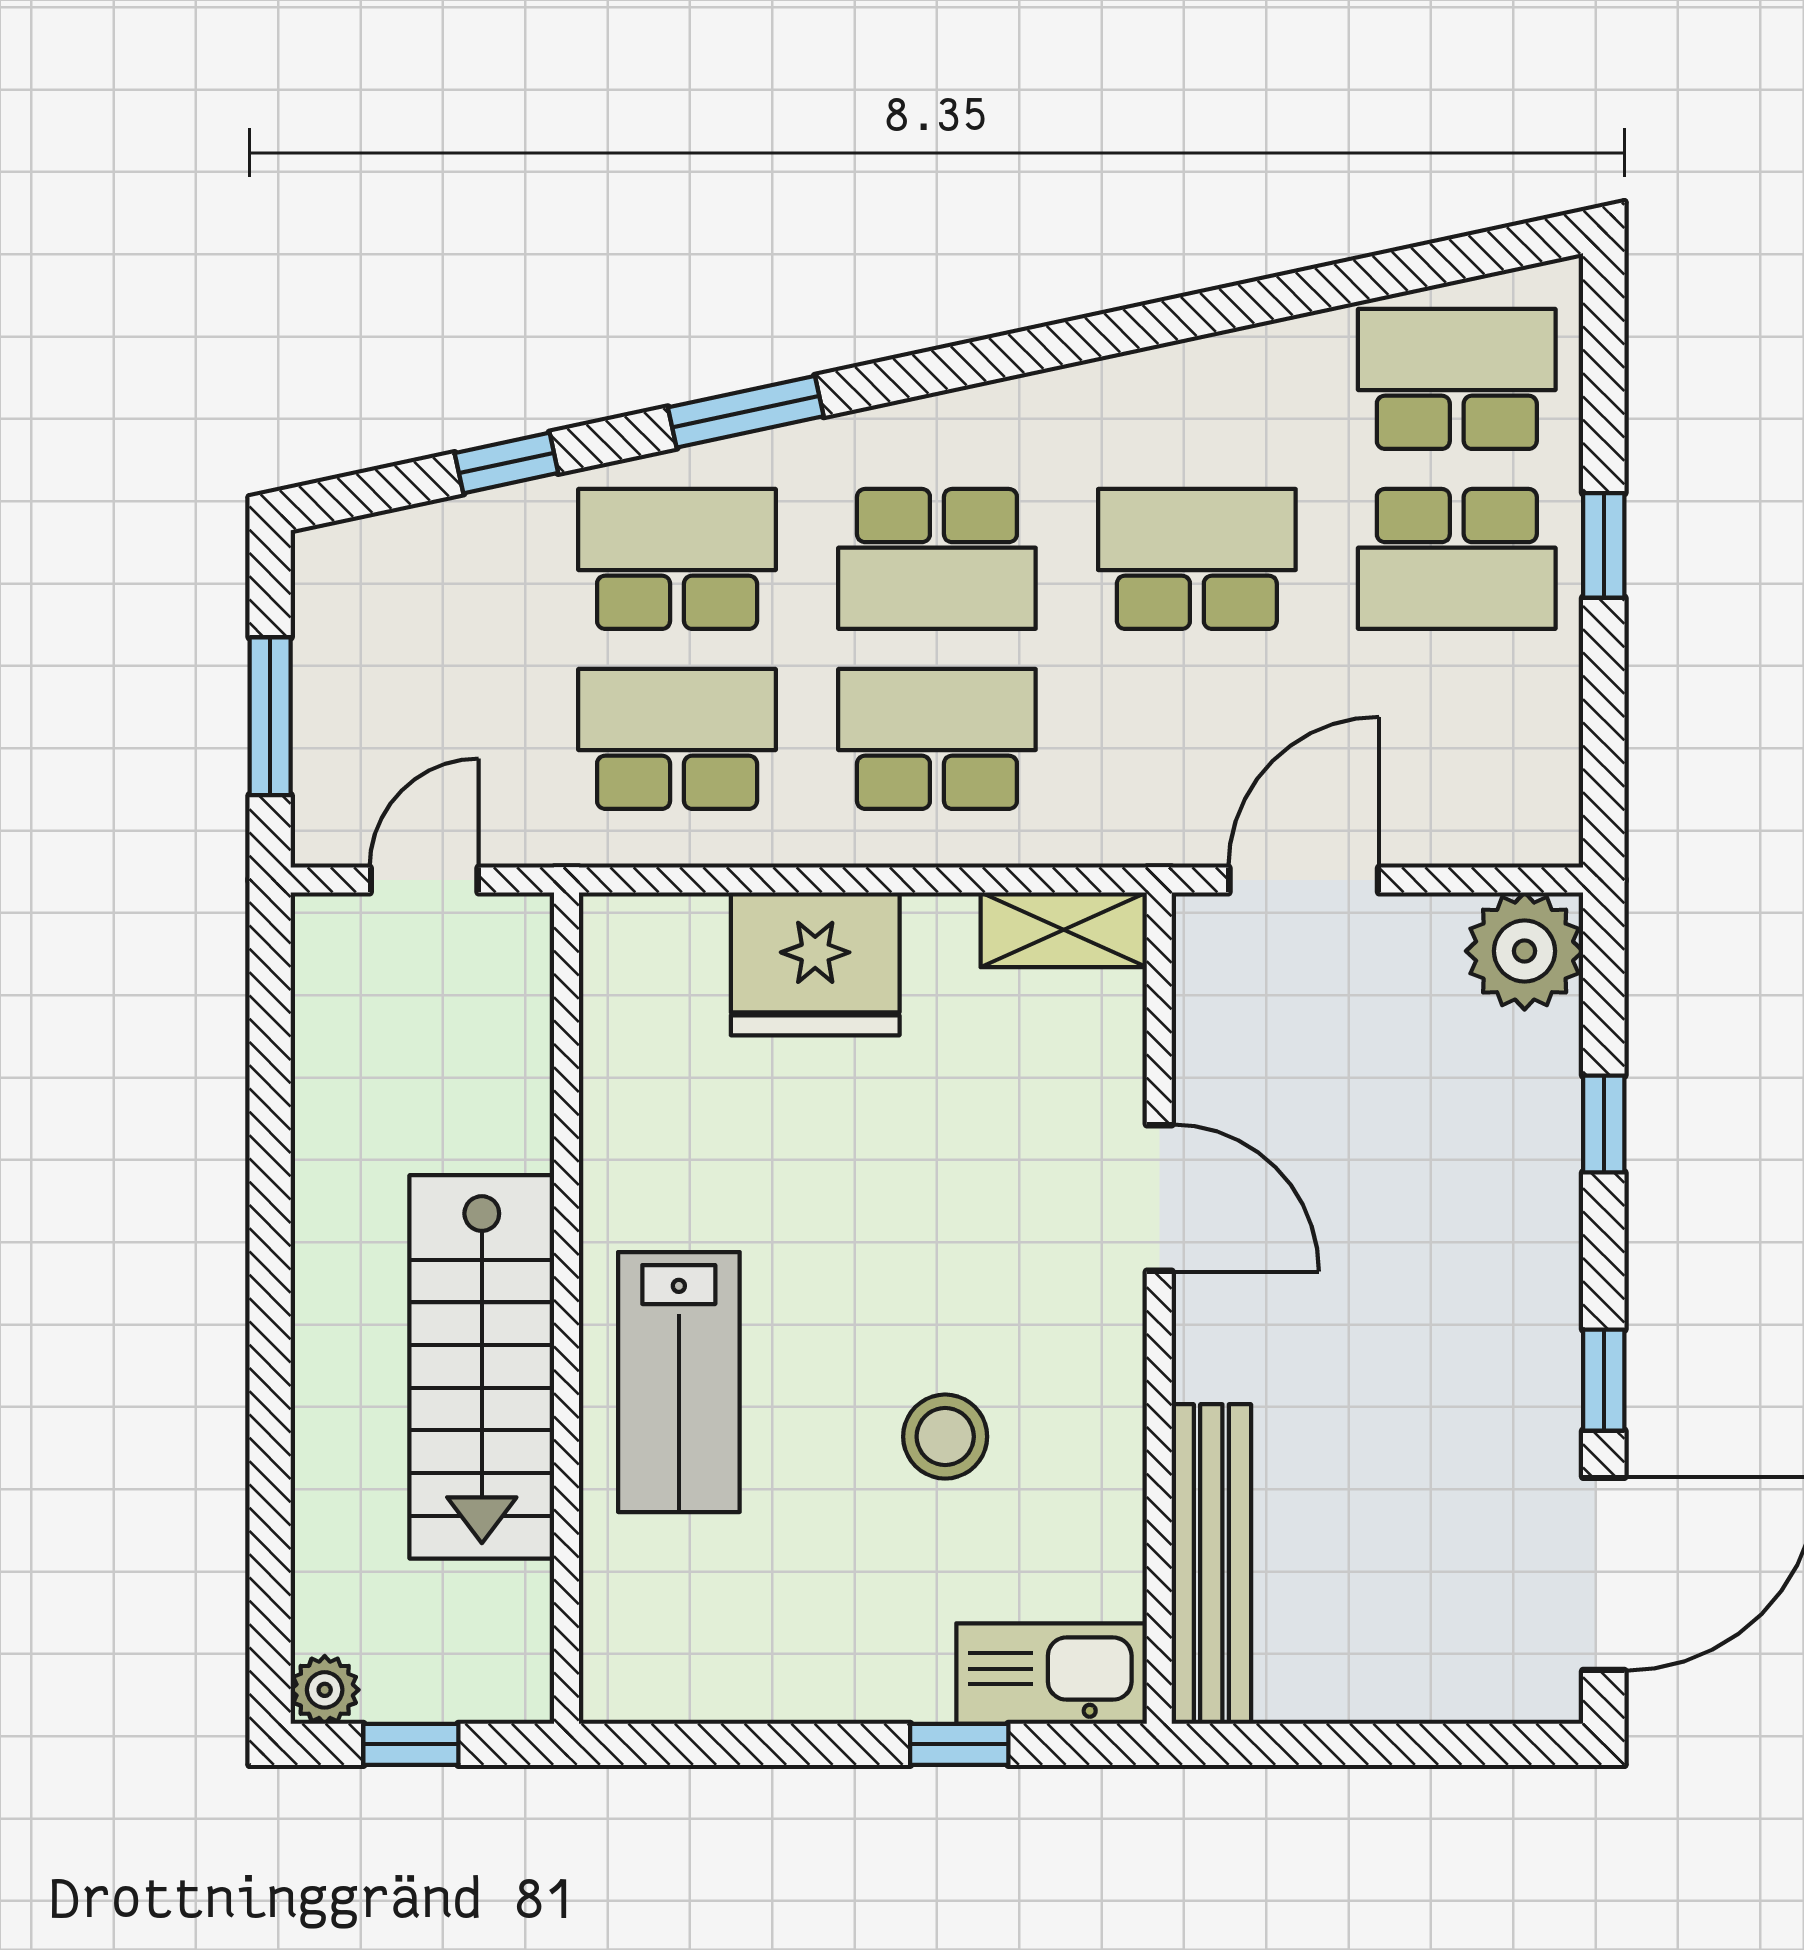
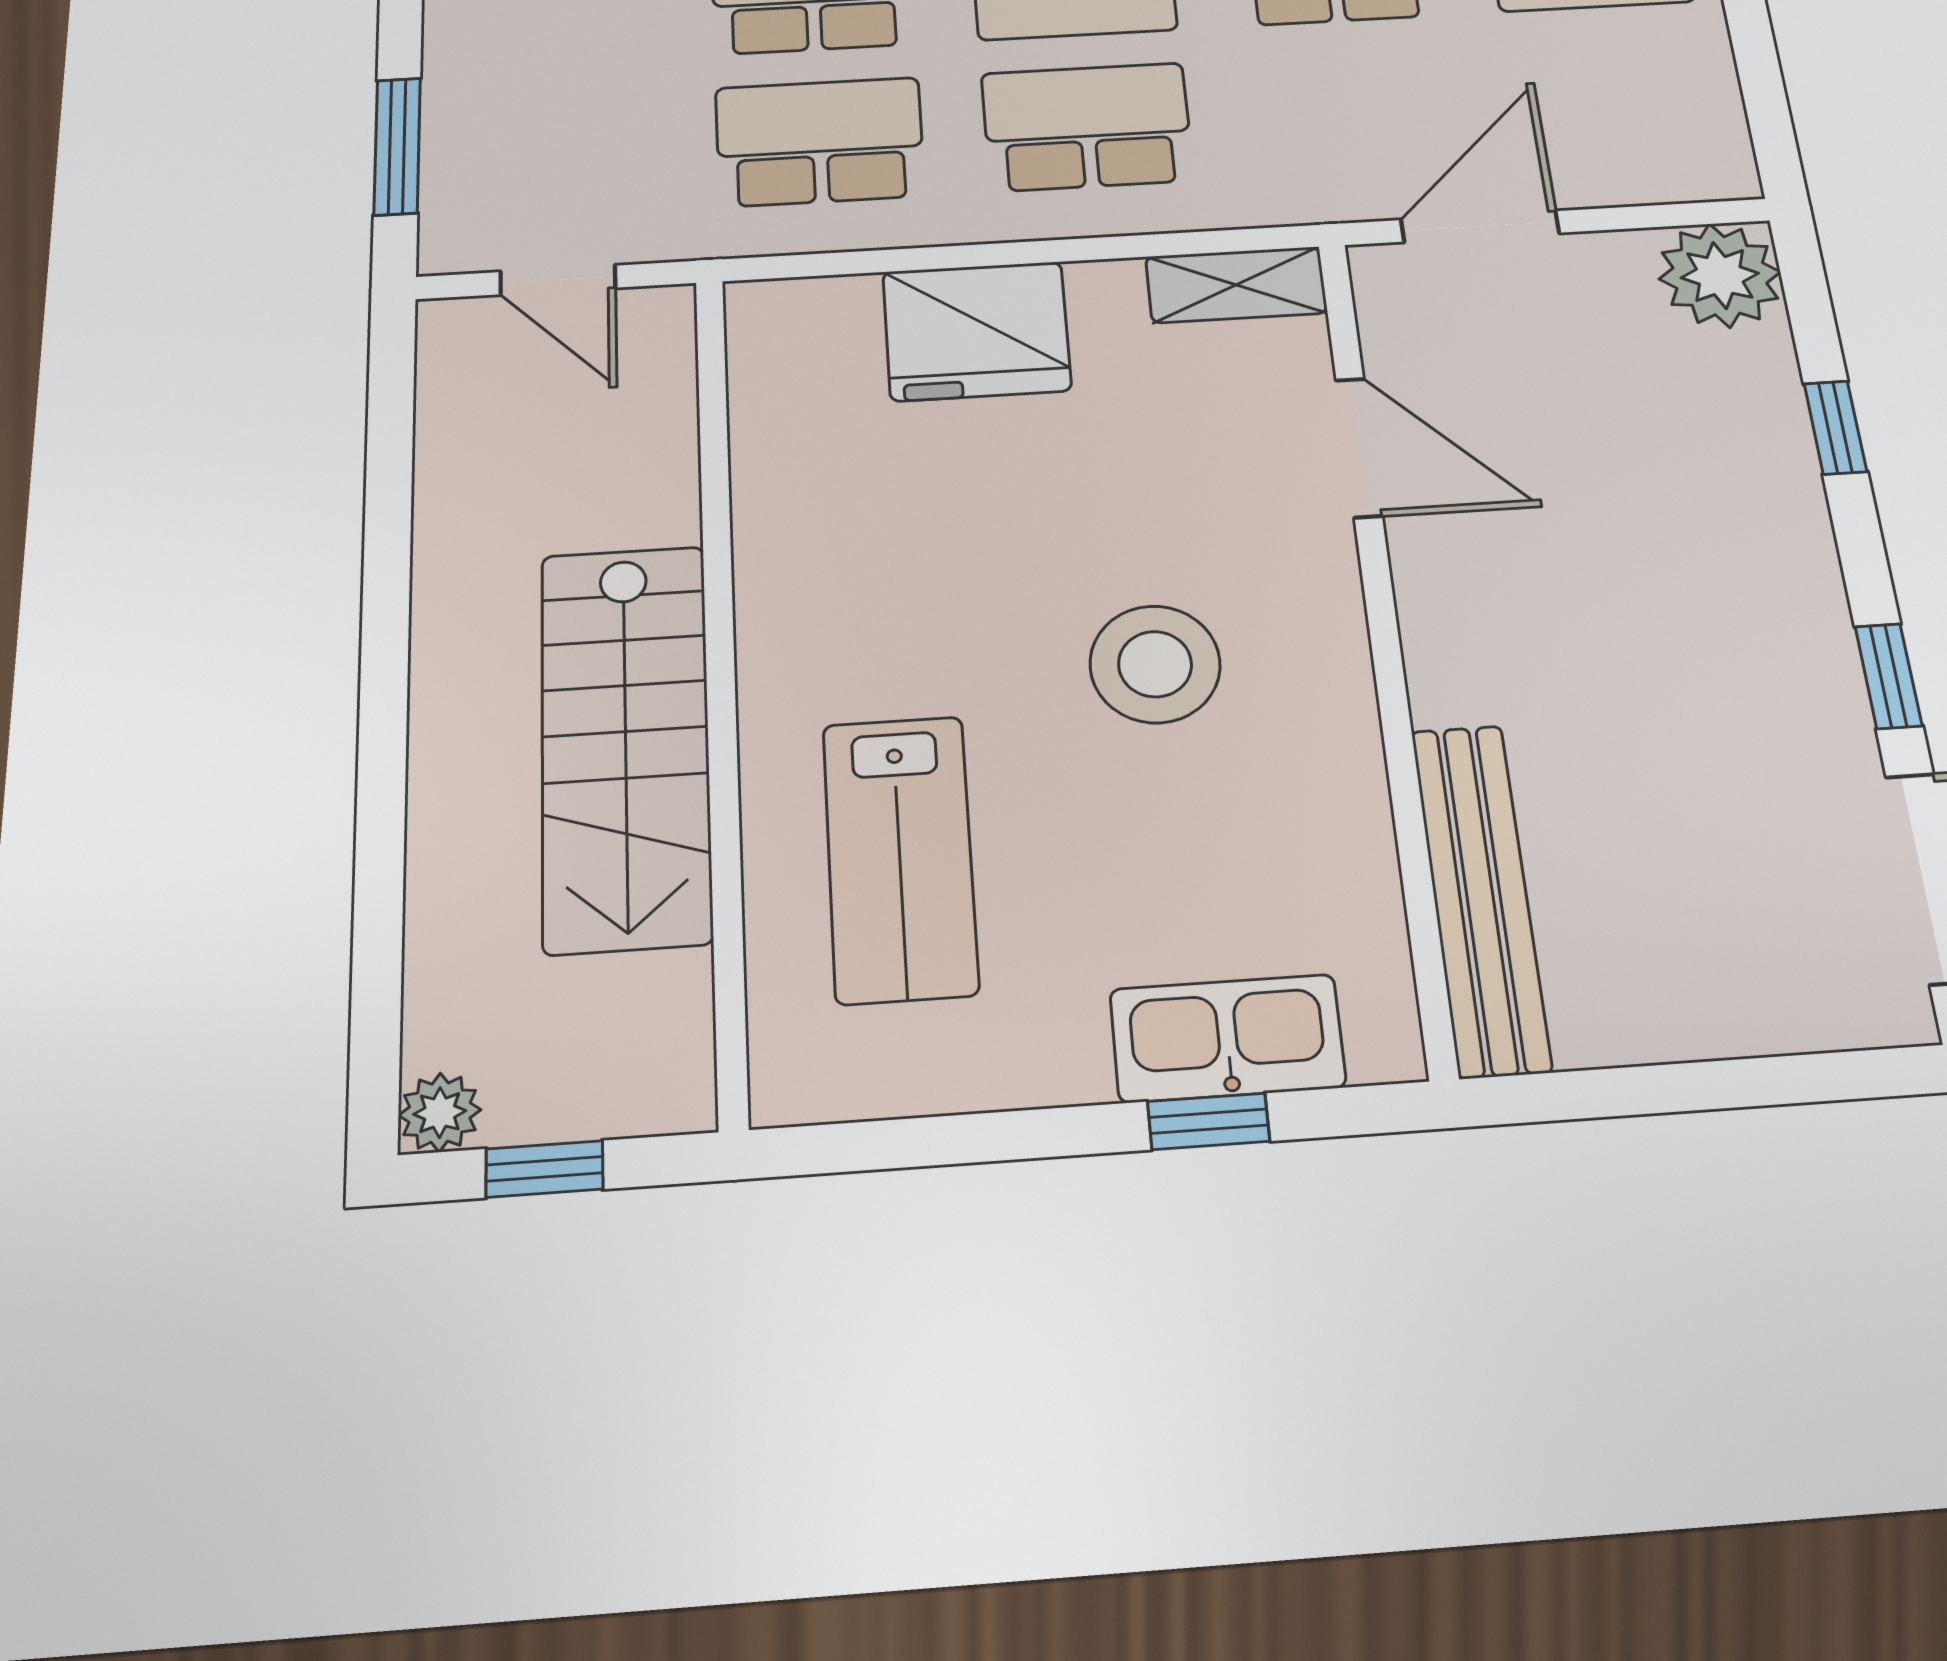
door: (424, 880) -> (558, 280), swing flipped
door: (1159, 1198) -> (1359, 448), moved
lab bench: (679, 1382) -> (900, 858), moved
stool: (945, 1437) -> (1155, 664), moved, width x1.38, depth x1.38
kitchen sink: (1052, 1674) -> (1227, 1038), moved

